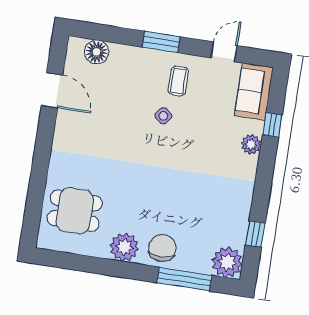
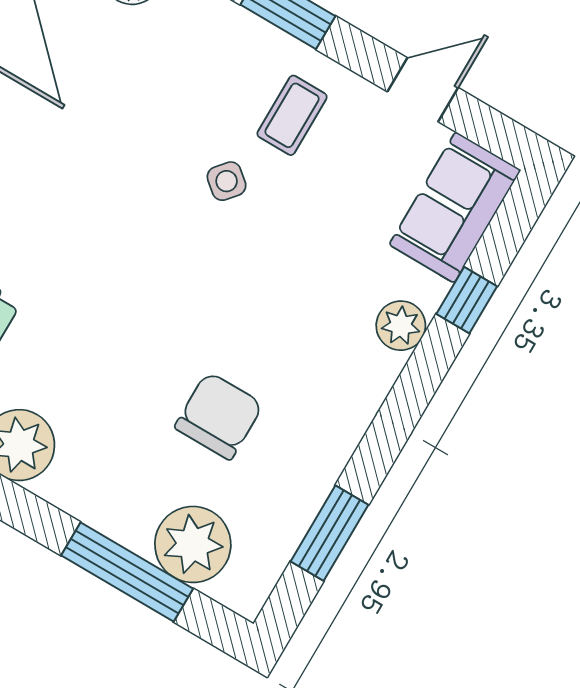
window: (255, 234) -> (329, 533), width x1.50
chair: (162, 248) -> (219, 416), moved
plant: (227, 262) -> (193, 544), moved

